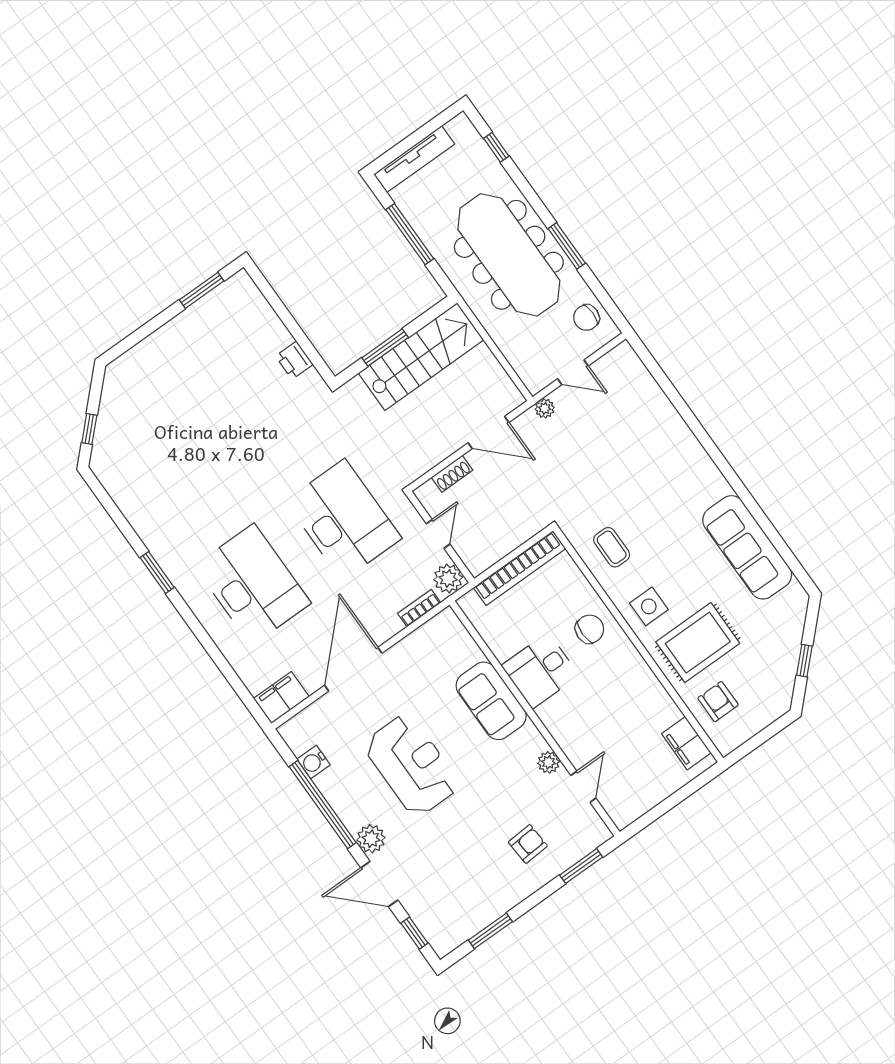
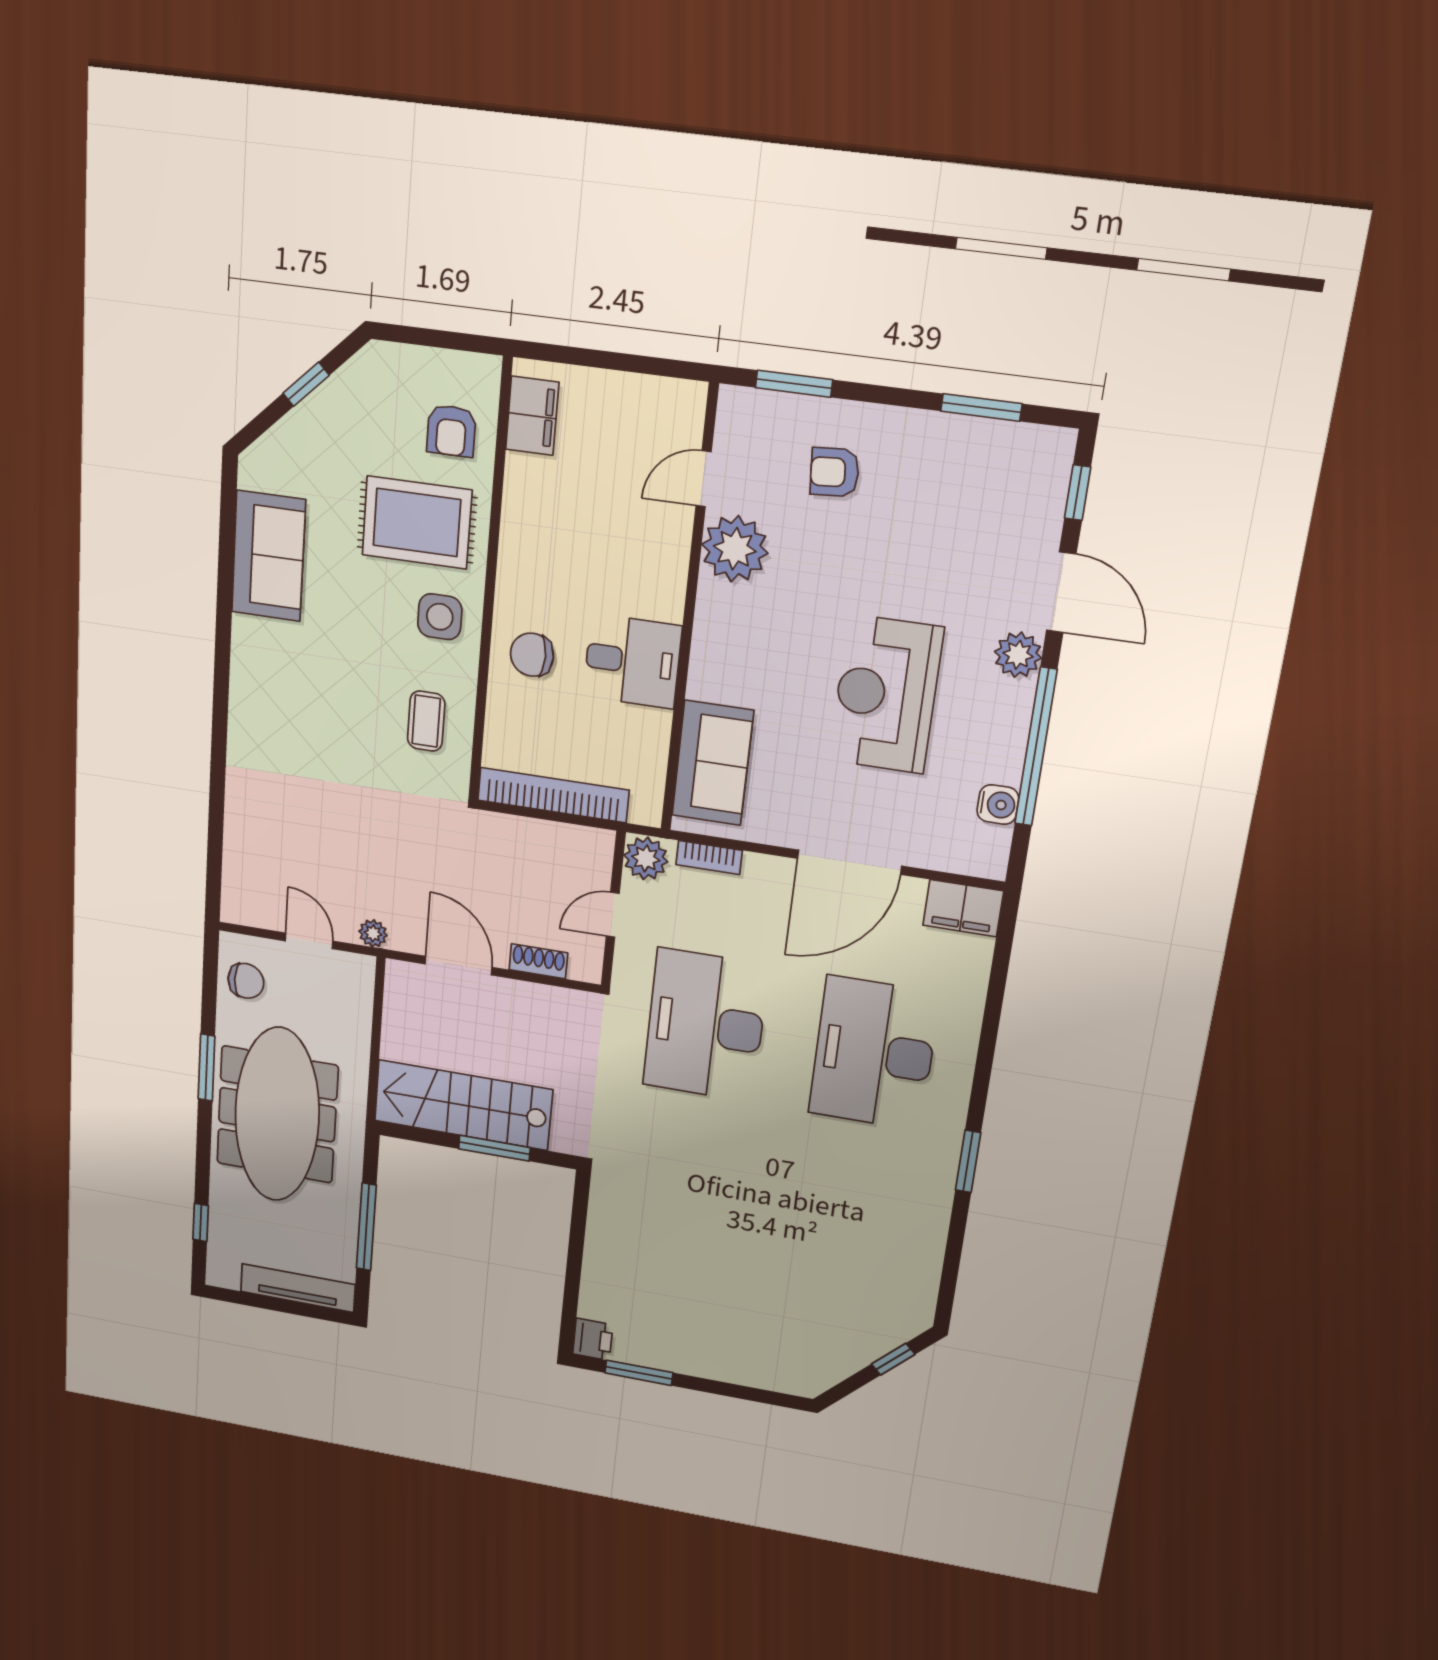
printer: (294, 360) -> (593, 1339), moved
sofa: (747, 547) -> (268, 556), width x0.73
sofa: (491, 701) -> (713, 763), moved
plant: (549, 762) -> (735, 549), width x1.88, depth x1.88

